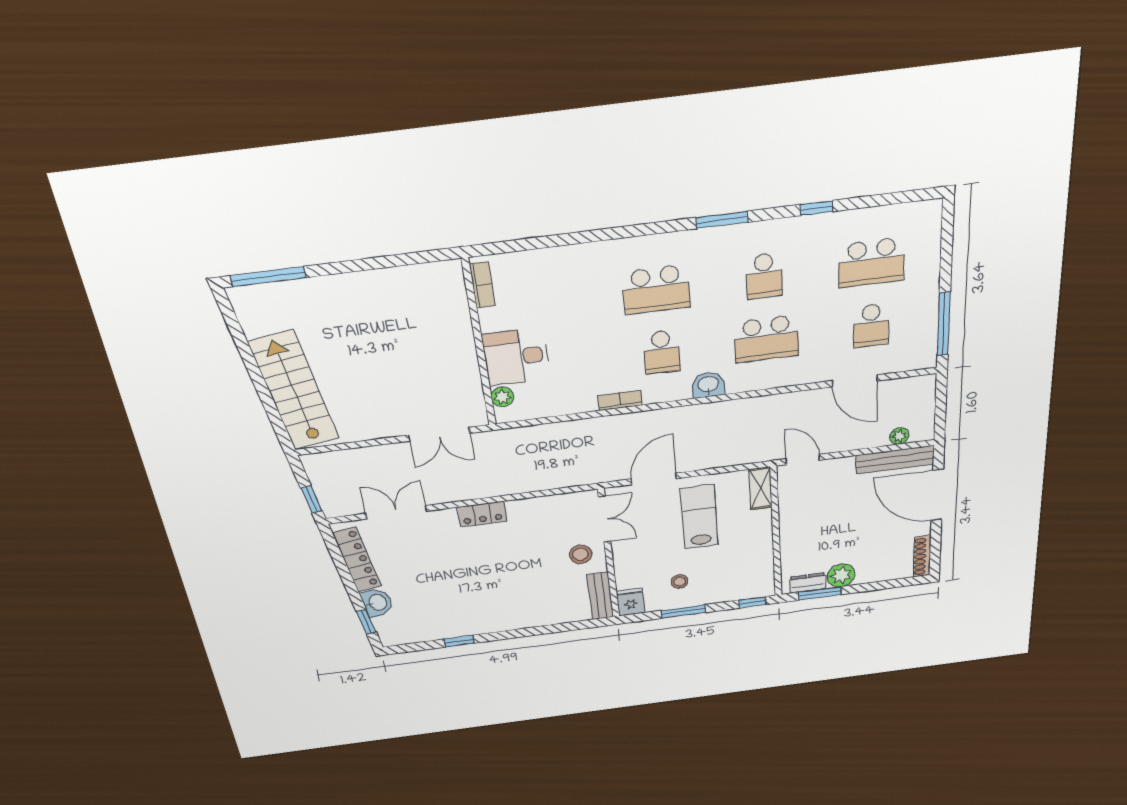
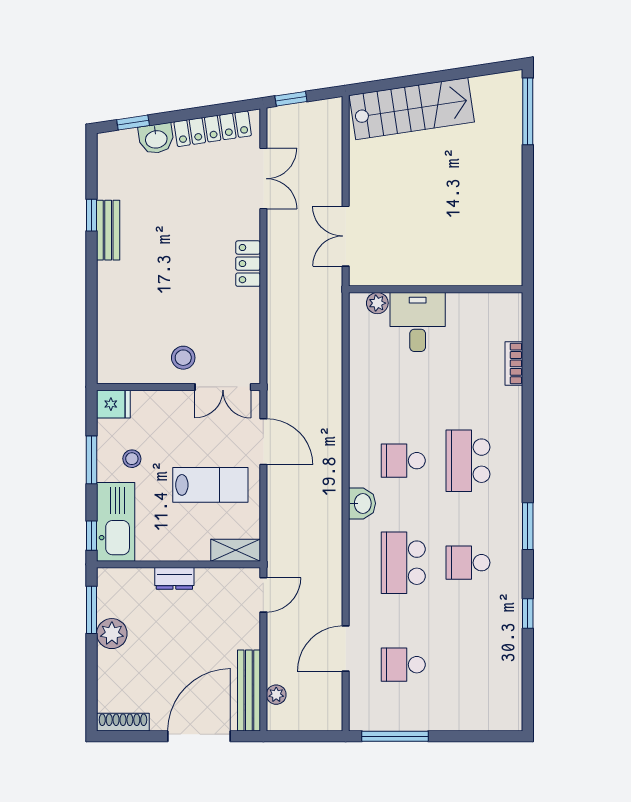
school desk: (871, 262) -> (468, 665), removed
bookcase: (482, 285) -> (514, 363), moved, turned 90
bookcase: (620, 400) -> (357, 416), removed
dresser: (808, 583) -> (174, 578), moved, turned 90
kitchen sink: (739, 586) -> (116, 522), added
bench: (600, 596) -> (108, 230), moved, turned 90

